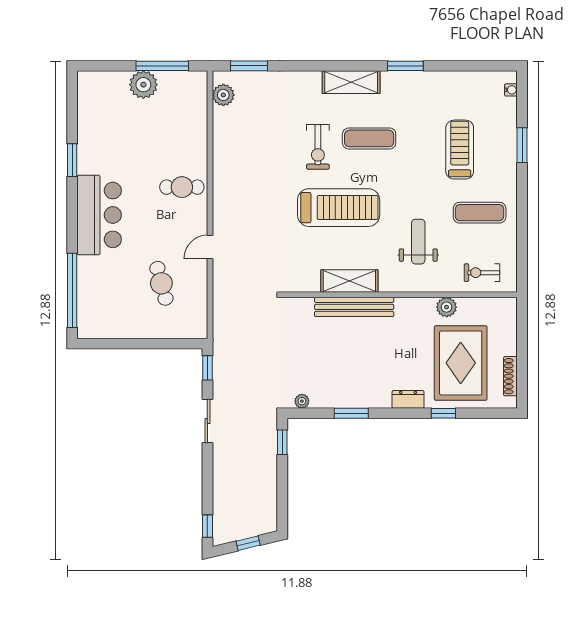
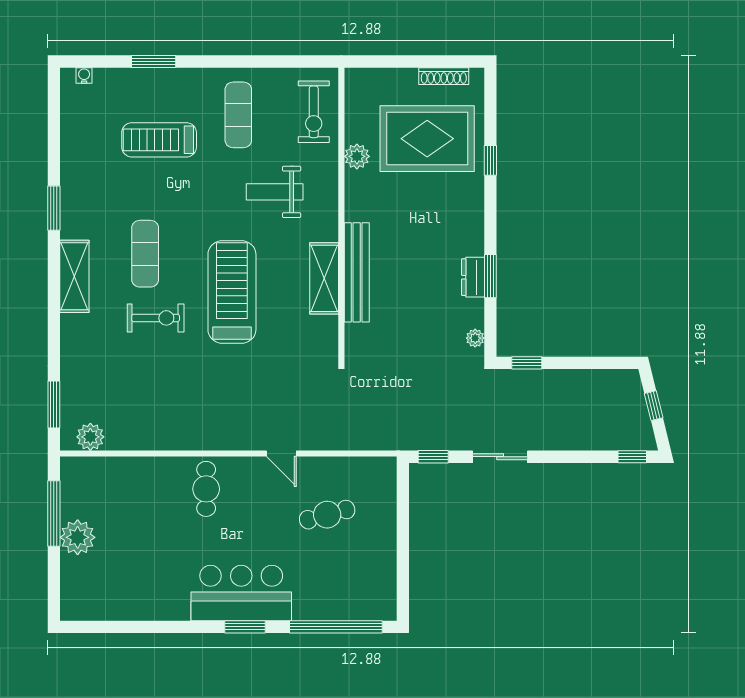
window: (72, 160) -> (245, 627), moved
exercise bike: (482, 273) -> (314, 112), width x1.38, depth x1.39
dresser: (408, 399) -> (473, 277), moved

